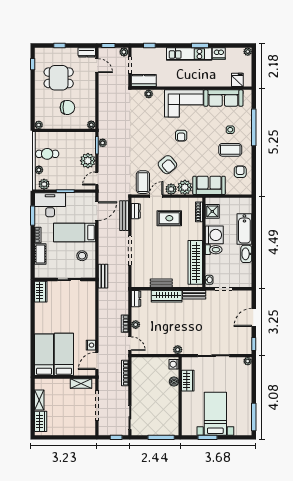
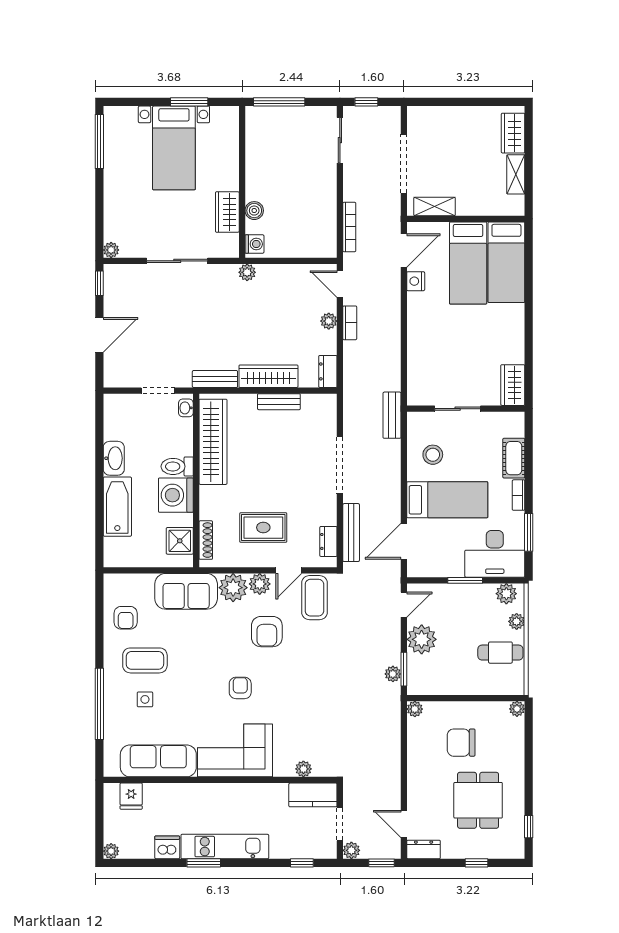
dining table: (59, 78) -> (478, 800), turned 90
armchair: (167, 165) -> (267, 632), turned -140

